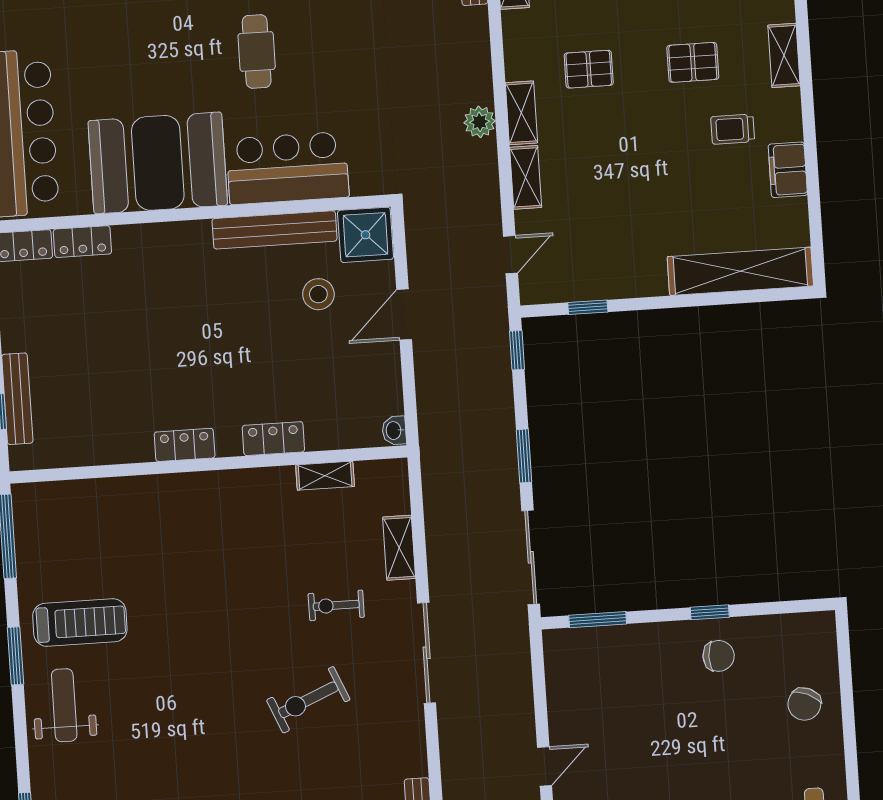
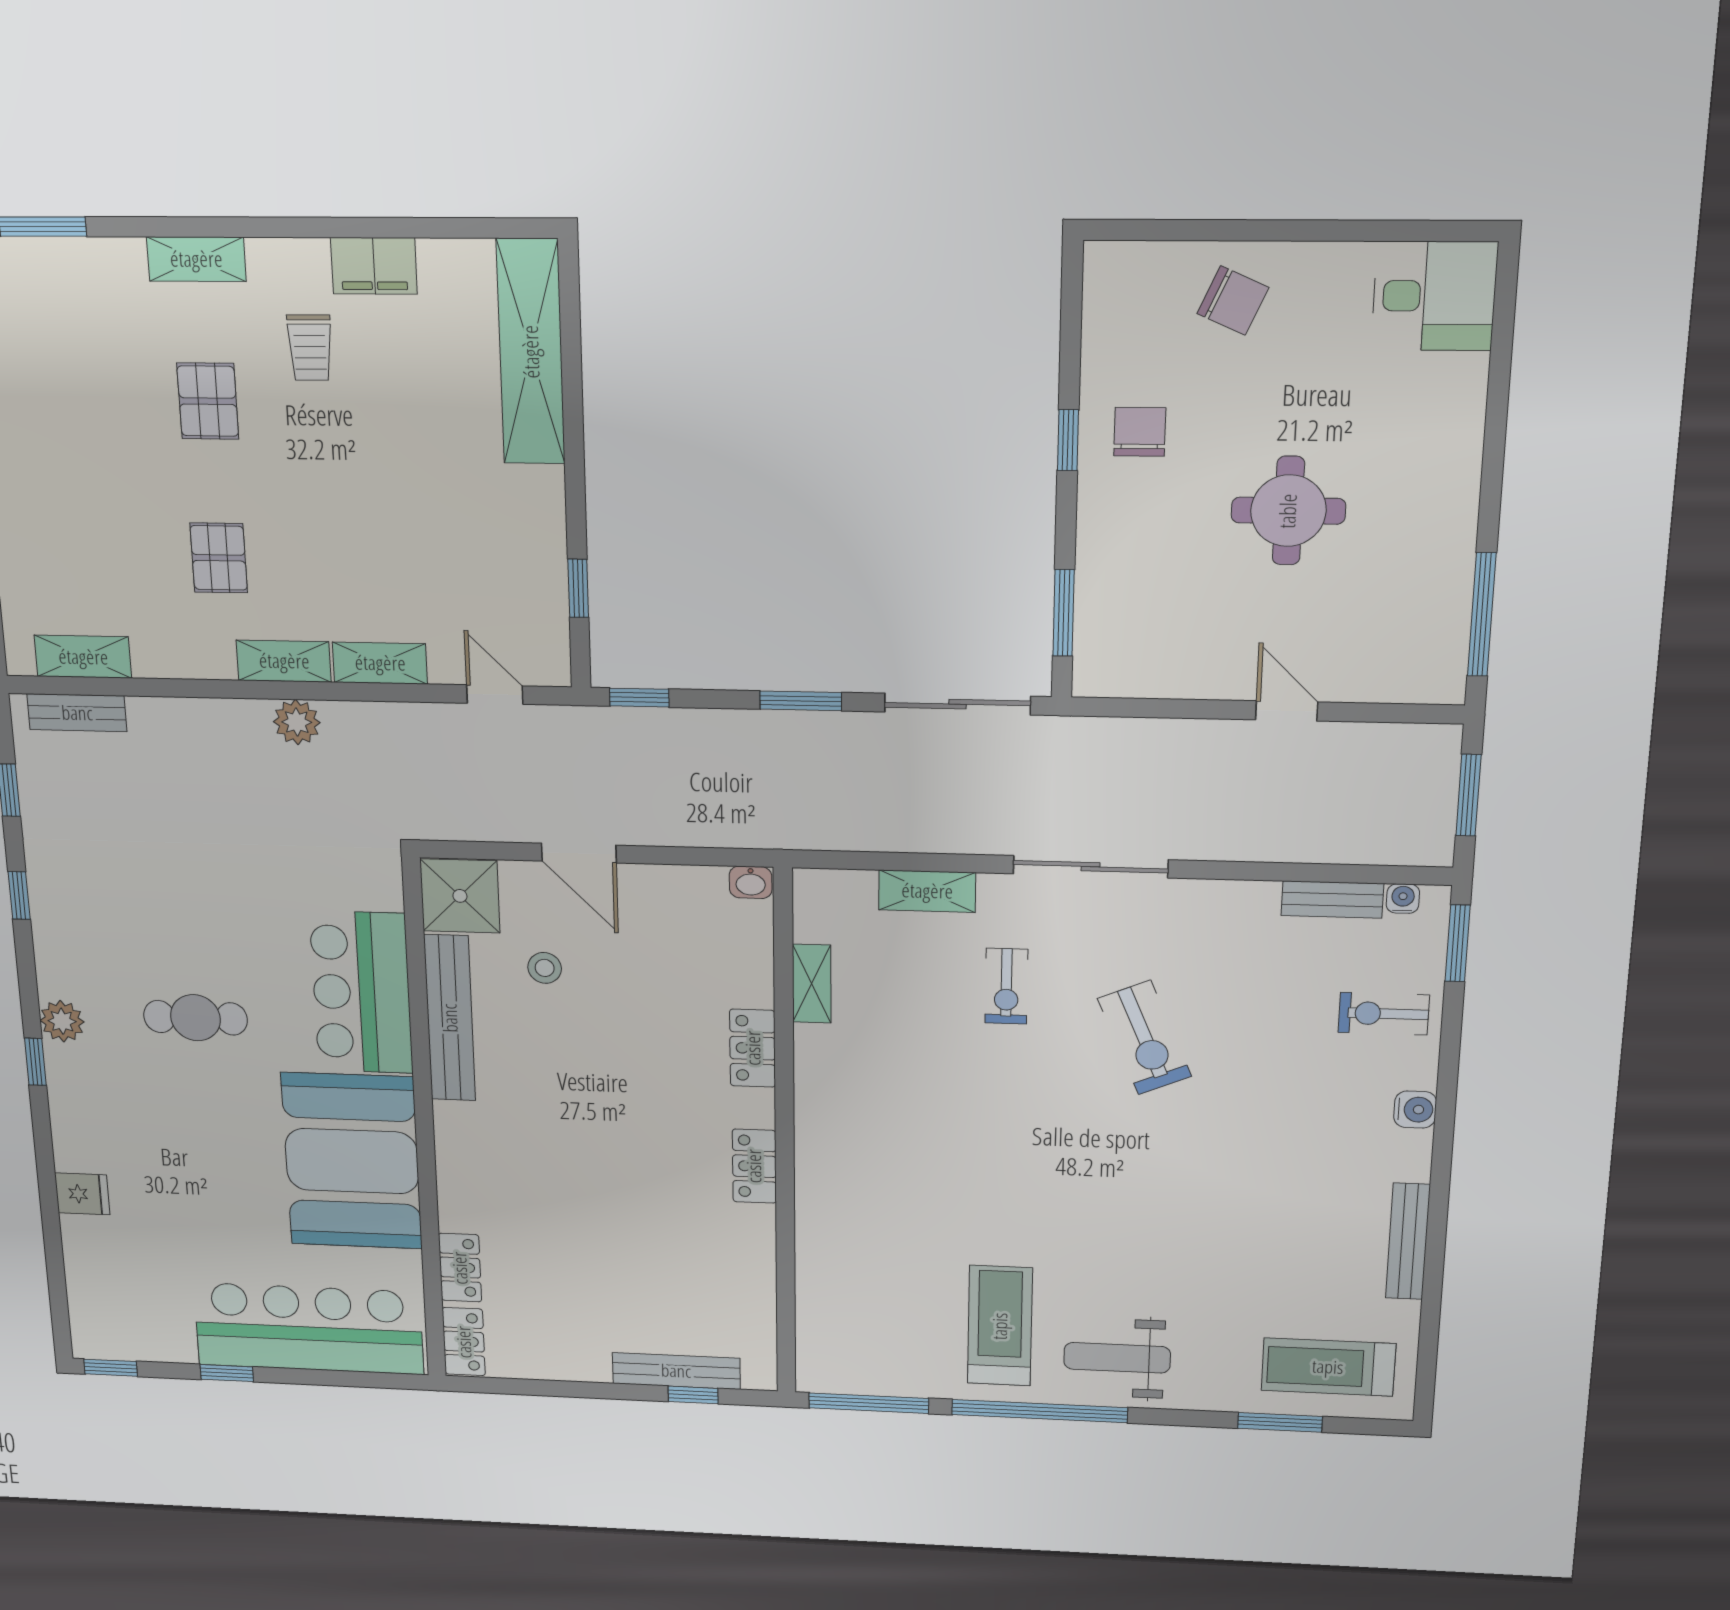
stool: (318, 294) -> (545, 968), width x0.73, depth x0.73
window: (15, 656) -> (1040, 1411), width x2.11
round table: (676, 753) -> (1288, 511), added

